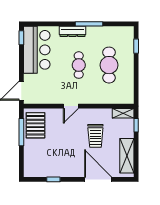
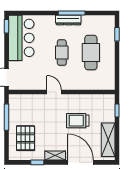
dresser: (72, 31) -> (68, 20), moved
door: (71, 106) -> (54, 92), swing flipped
shelving: (123, 113) -> (55, 156), moved
pallet: (35, 125) -> (25, 138), moved
trolley: (95, 136) -> (78, 121), turned 90

